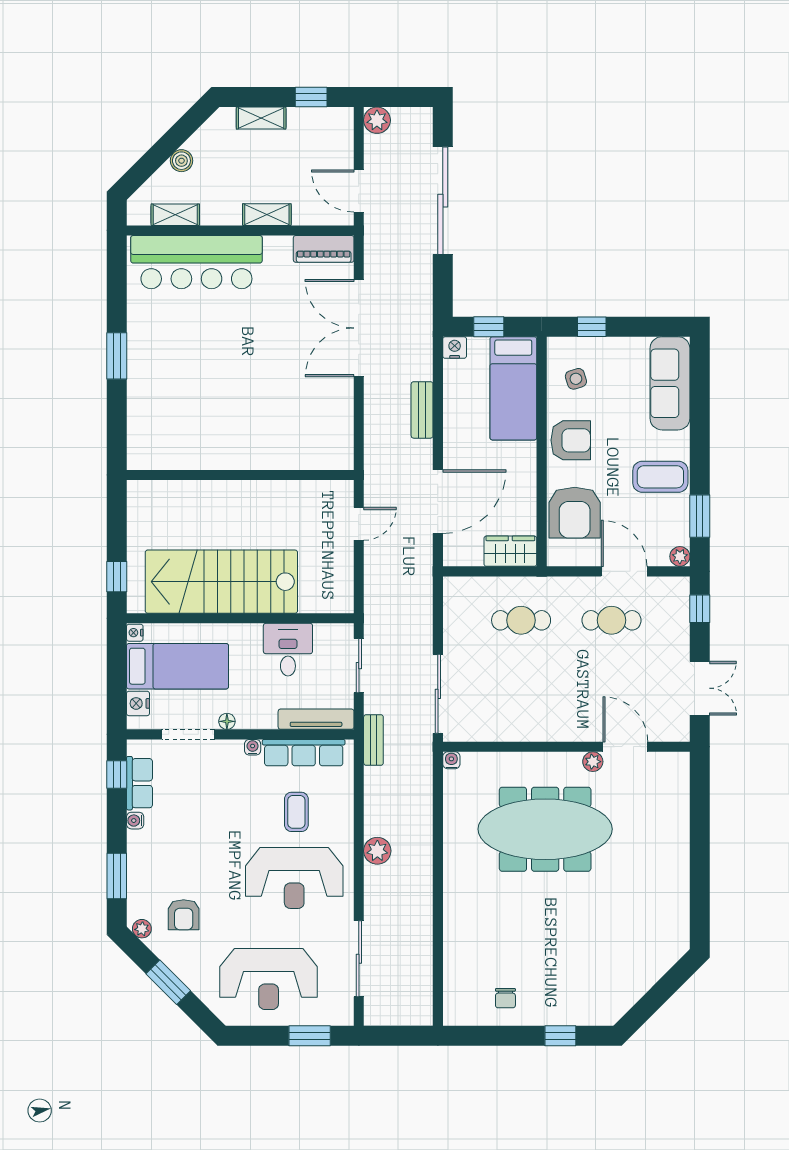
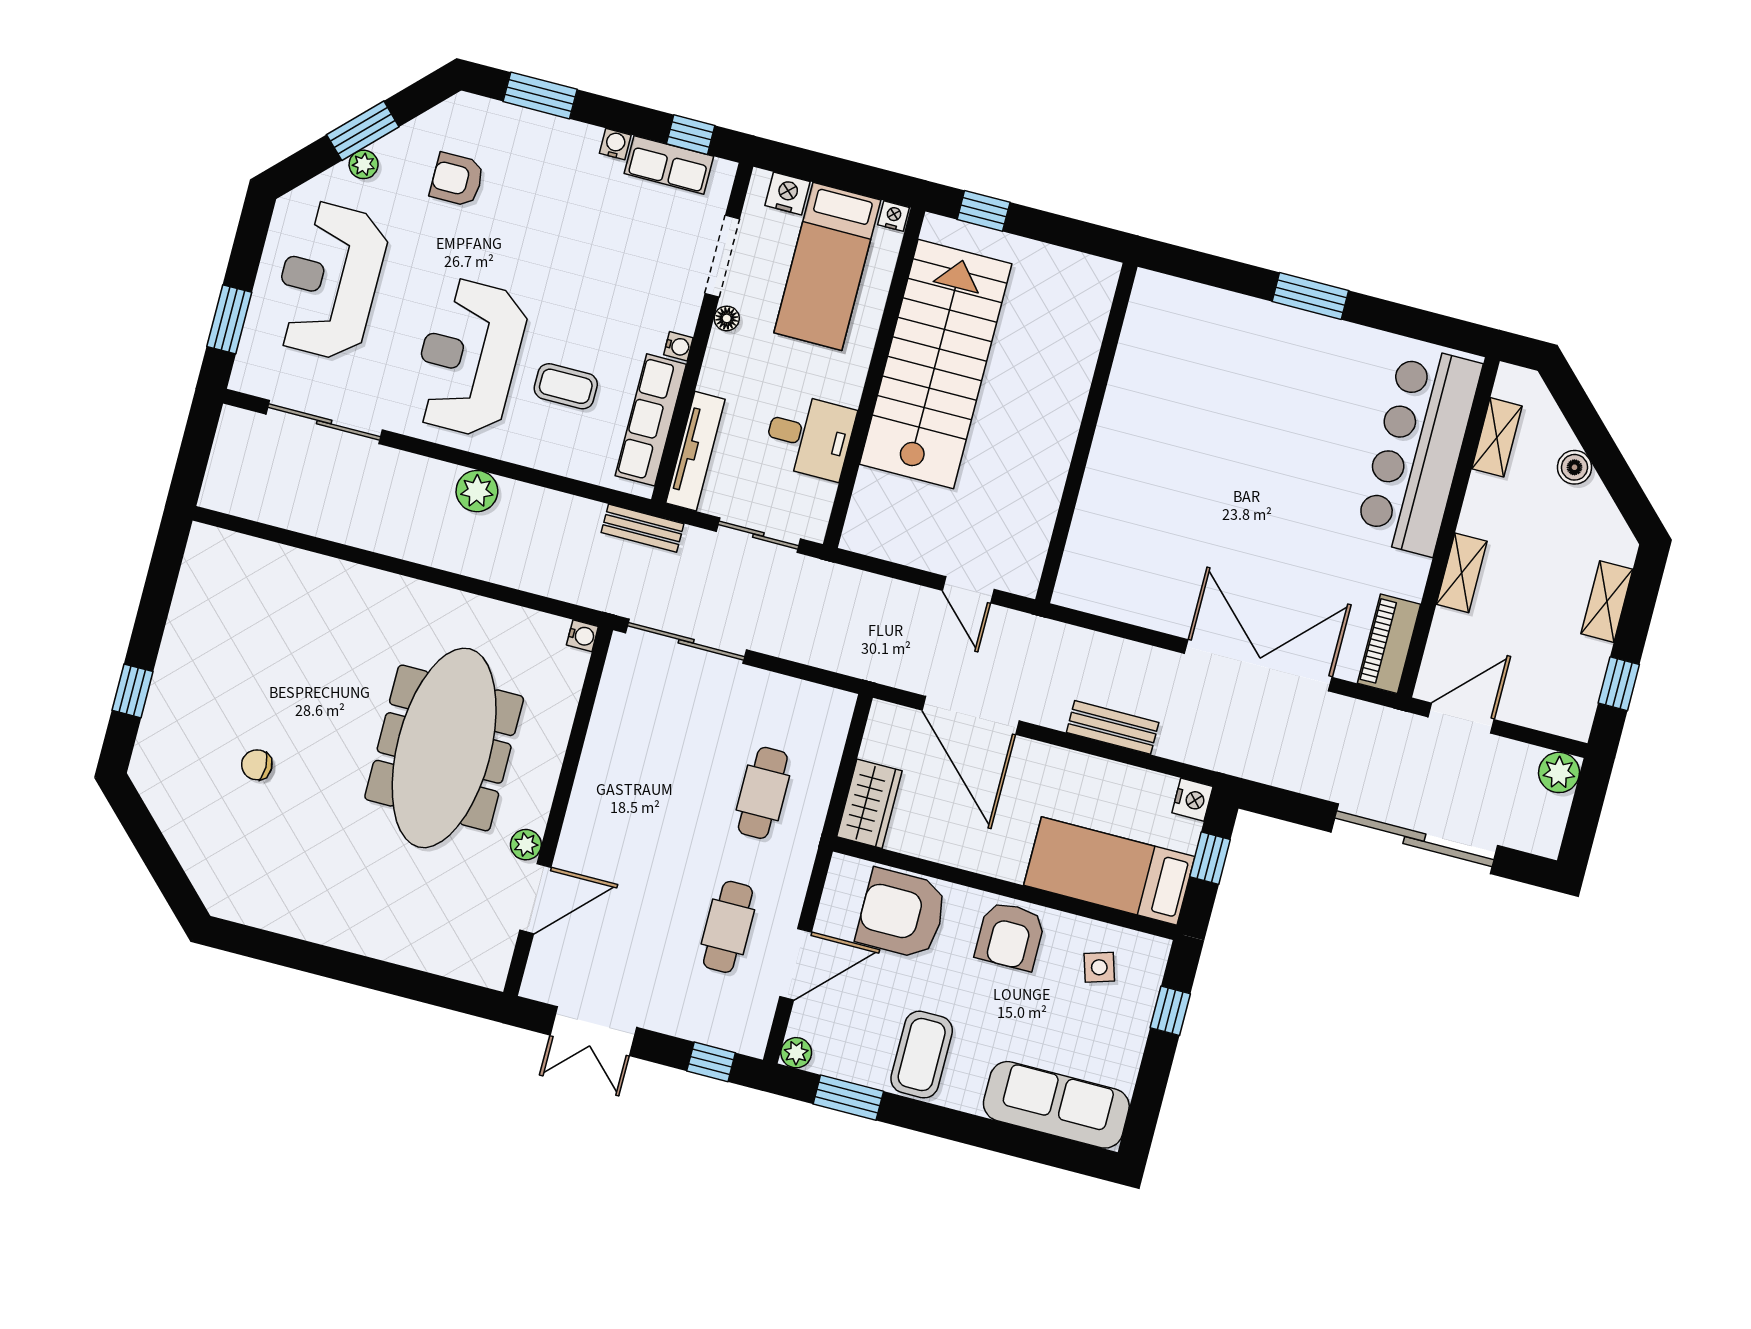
plant: (142, 929) -> (364, 164), moved
chair: (505, 998) -> (257, 765), moved

